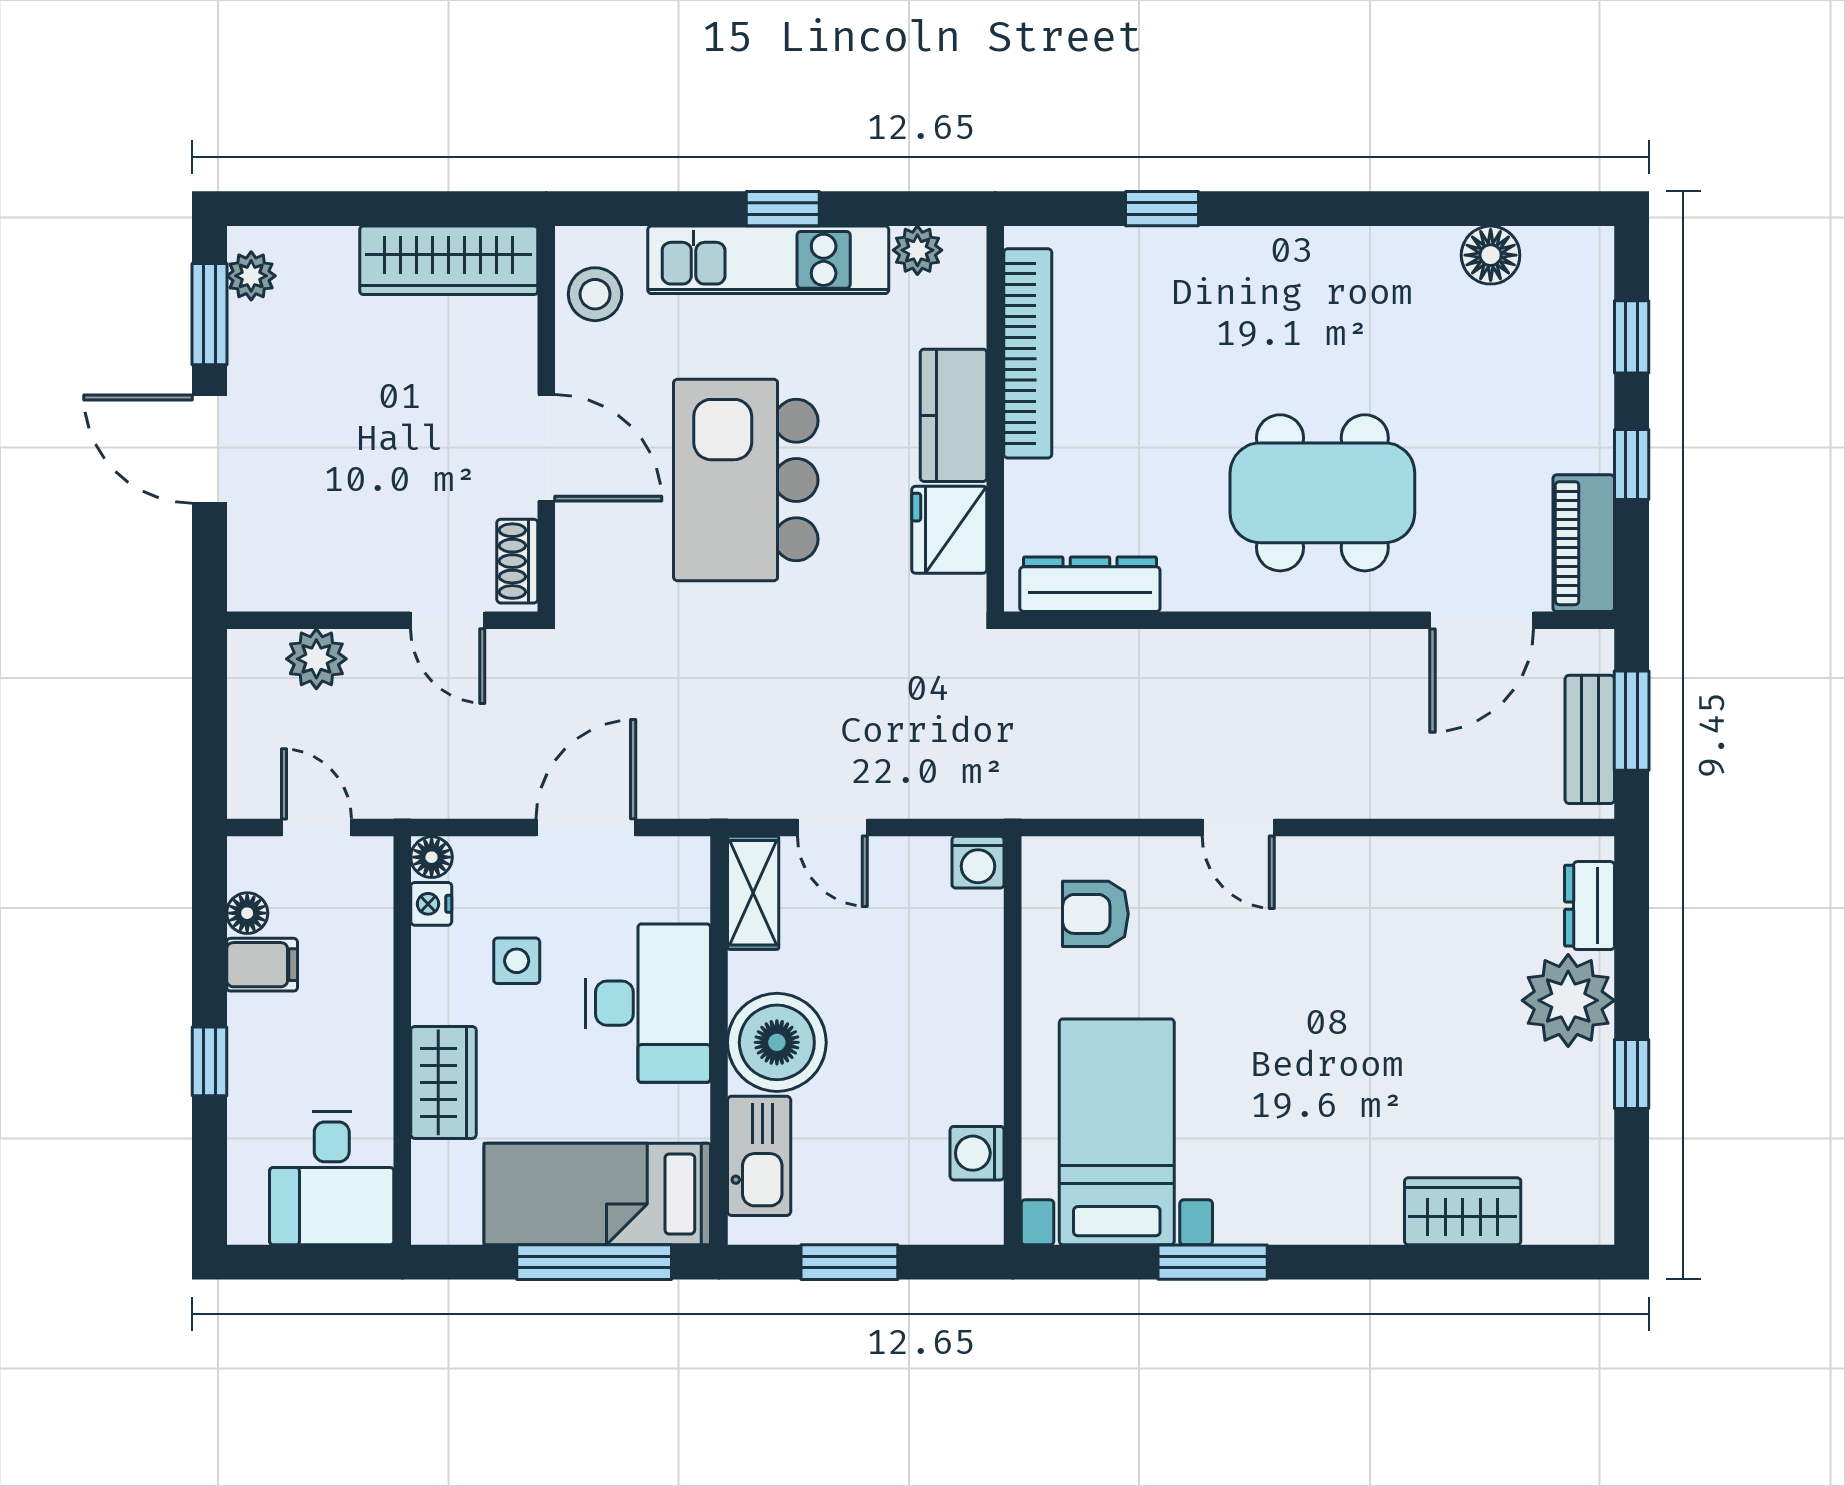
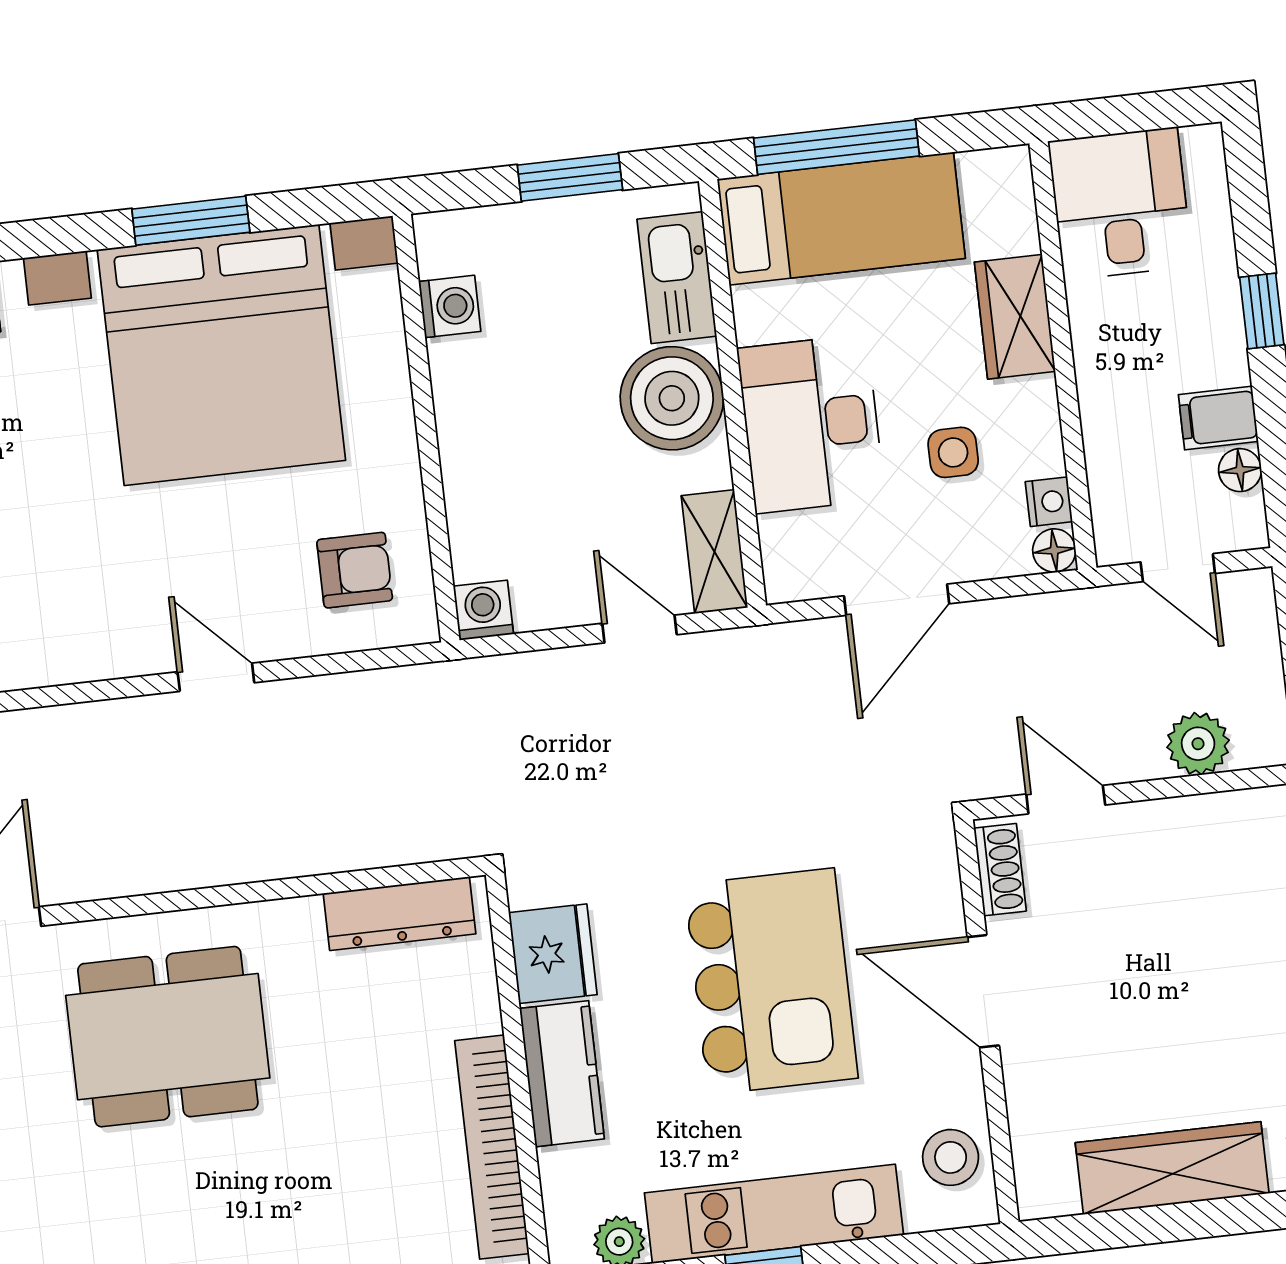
wardrobe: (449, 260) -> (1172, 1168), moved
bed with nightstands: (1117, 1132) -> (221, 355), width x1.85

